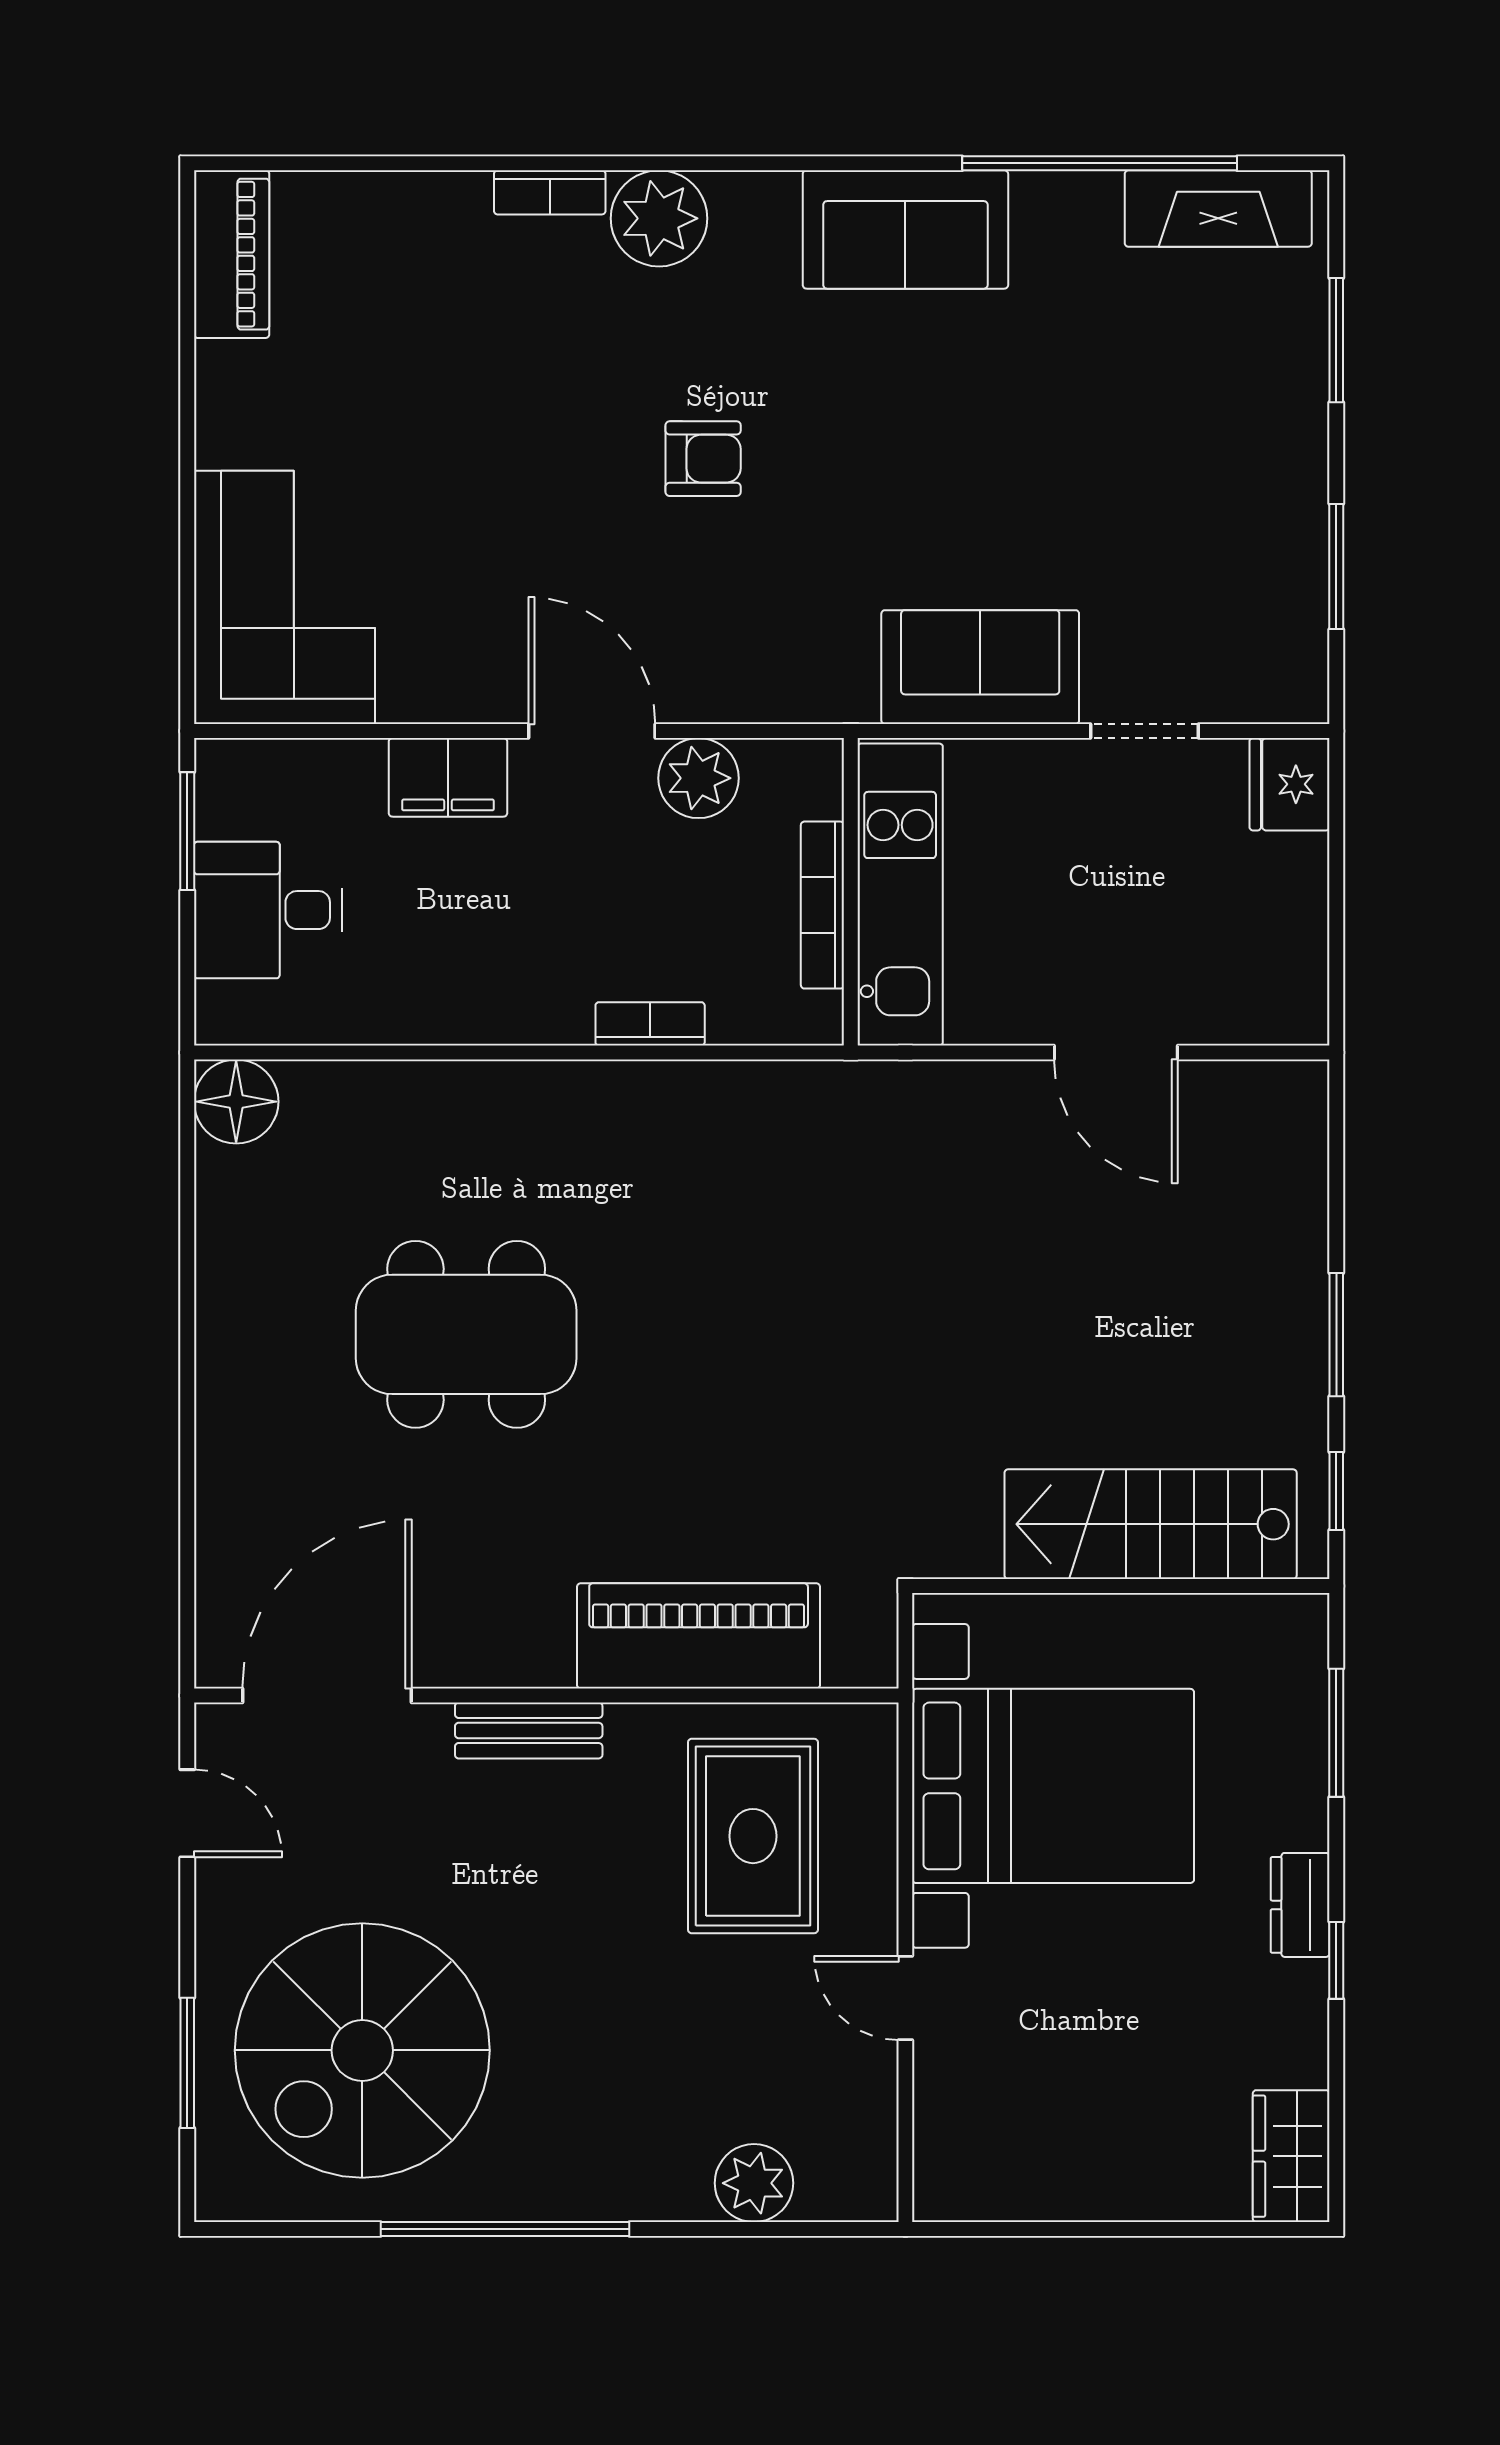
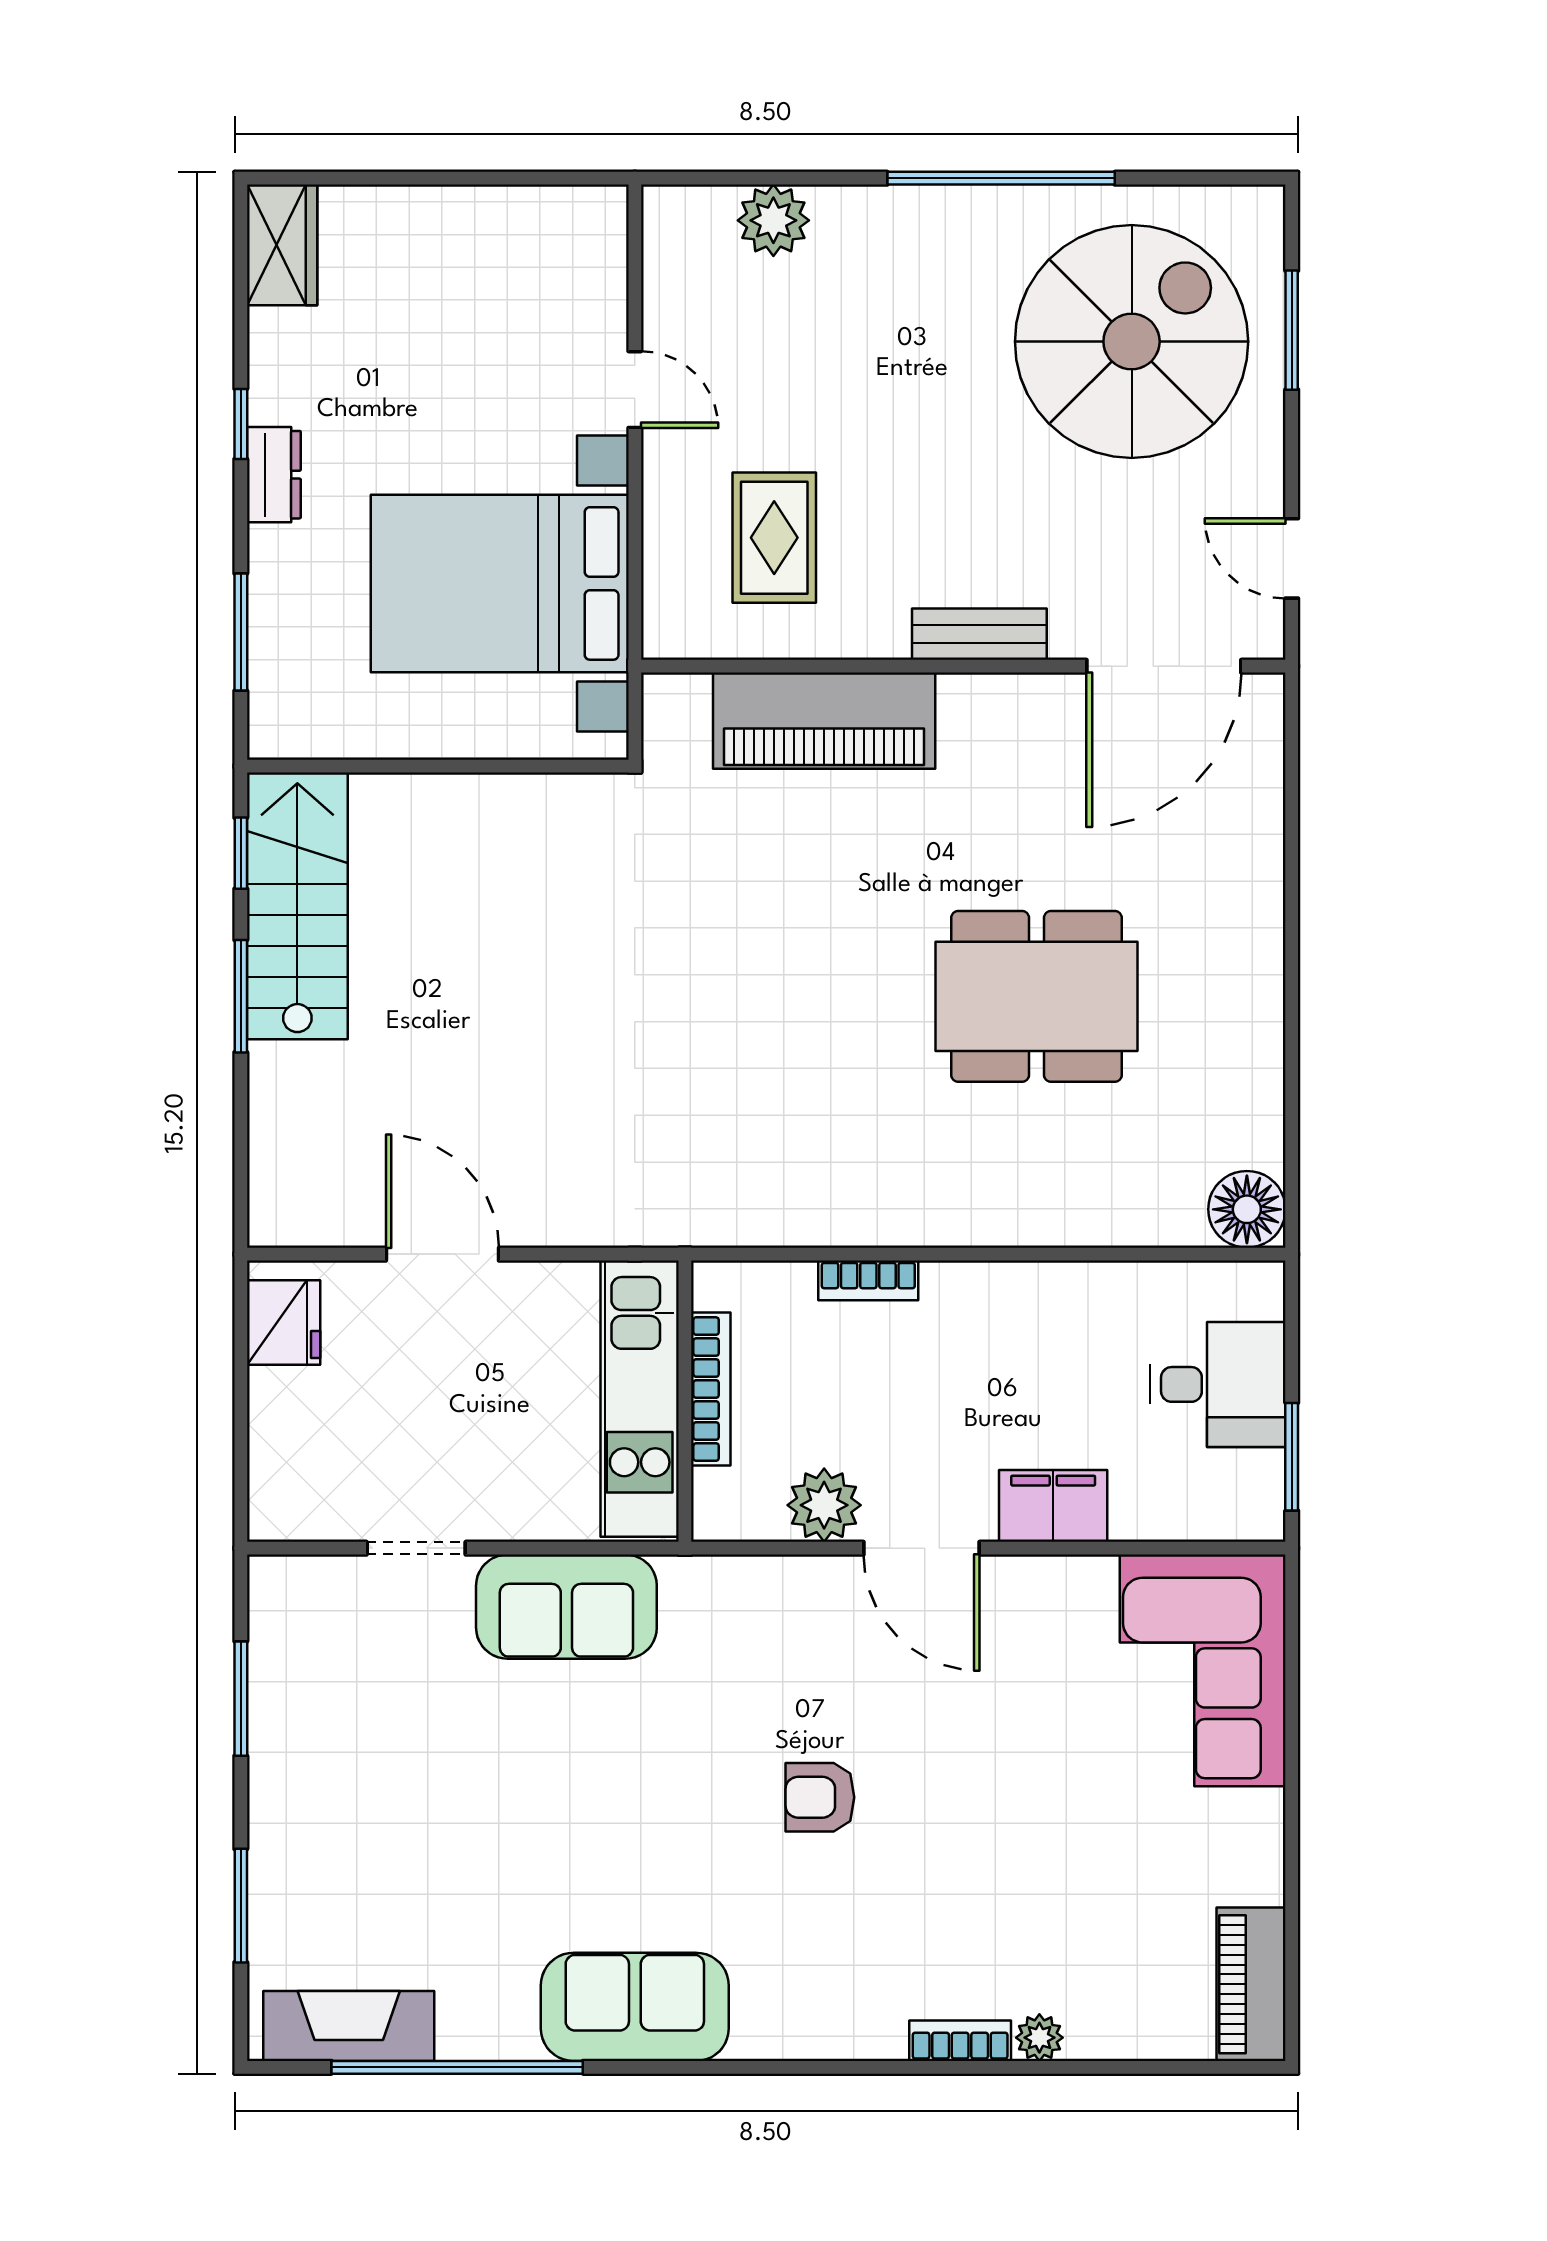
plant: (659, 218) -> (1039, 2038), moved, width x0.53, depth x0.53
fridge: (1290, 784) -> (284, 1322), moved
stairs: (1151, 1524) -> (297, 906), moved, turned -90
rug: (753, 1836) -> (774, 538), width x0.73, depth x0.70

